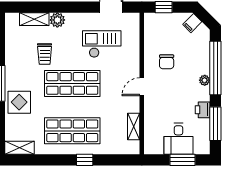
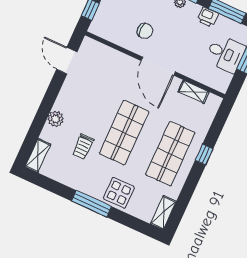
shelving: (34, 19) -> (38, 156), moved
checkout: (102, 44) -> (99, 86), removed
trolley: (45, 54) -> (83, 146), turned 90
door: (142, 87) -> (158, 66), width x1.87

